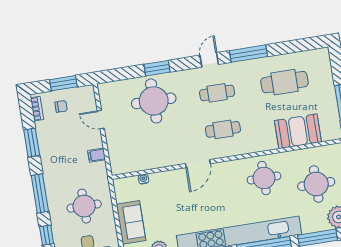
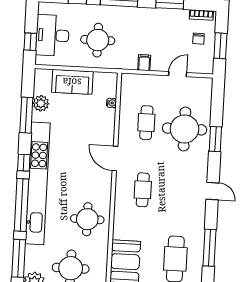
window: (248, 54) -> (209, 248), moved
cafe table: (217, 93) -> (146, 123), moved

